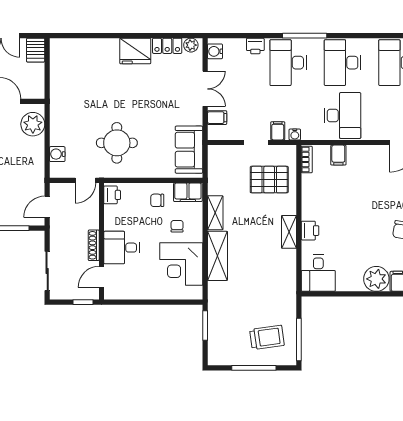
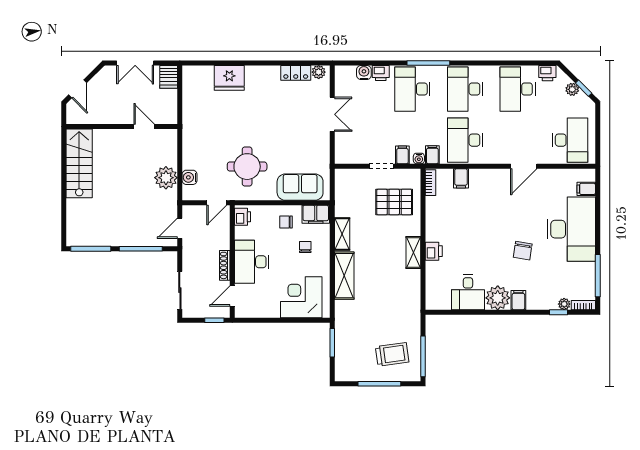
fridge: (135, 51) -> (229, 78), moved
water cooler: (215, 51) -> (364, 72), moved, turned 90
desk: (343, 115) -> (465, 140), turned 180
filing cabinet: (217, 118) -> (432, 155), moved, turned -90
plant: (33, 124) -> (166, 178), moved
sofa: (189, 150) -> (300, 187), moved, turned 90
desk: (122, 248) -> (252, 262), width x1.37
corner desk: (181, 264) -> (301, 297), moved, turned 90
desk: (318, 273) -> (468, 292), moved

